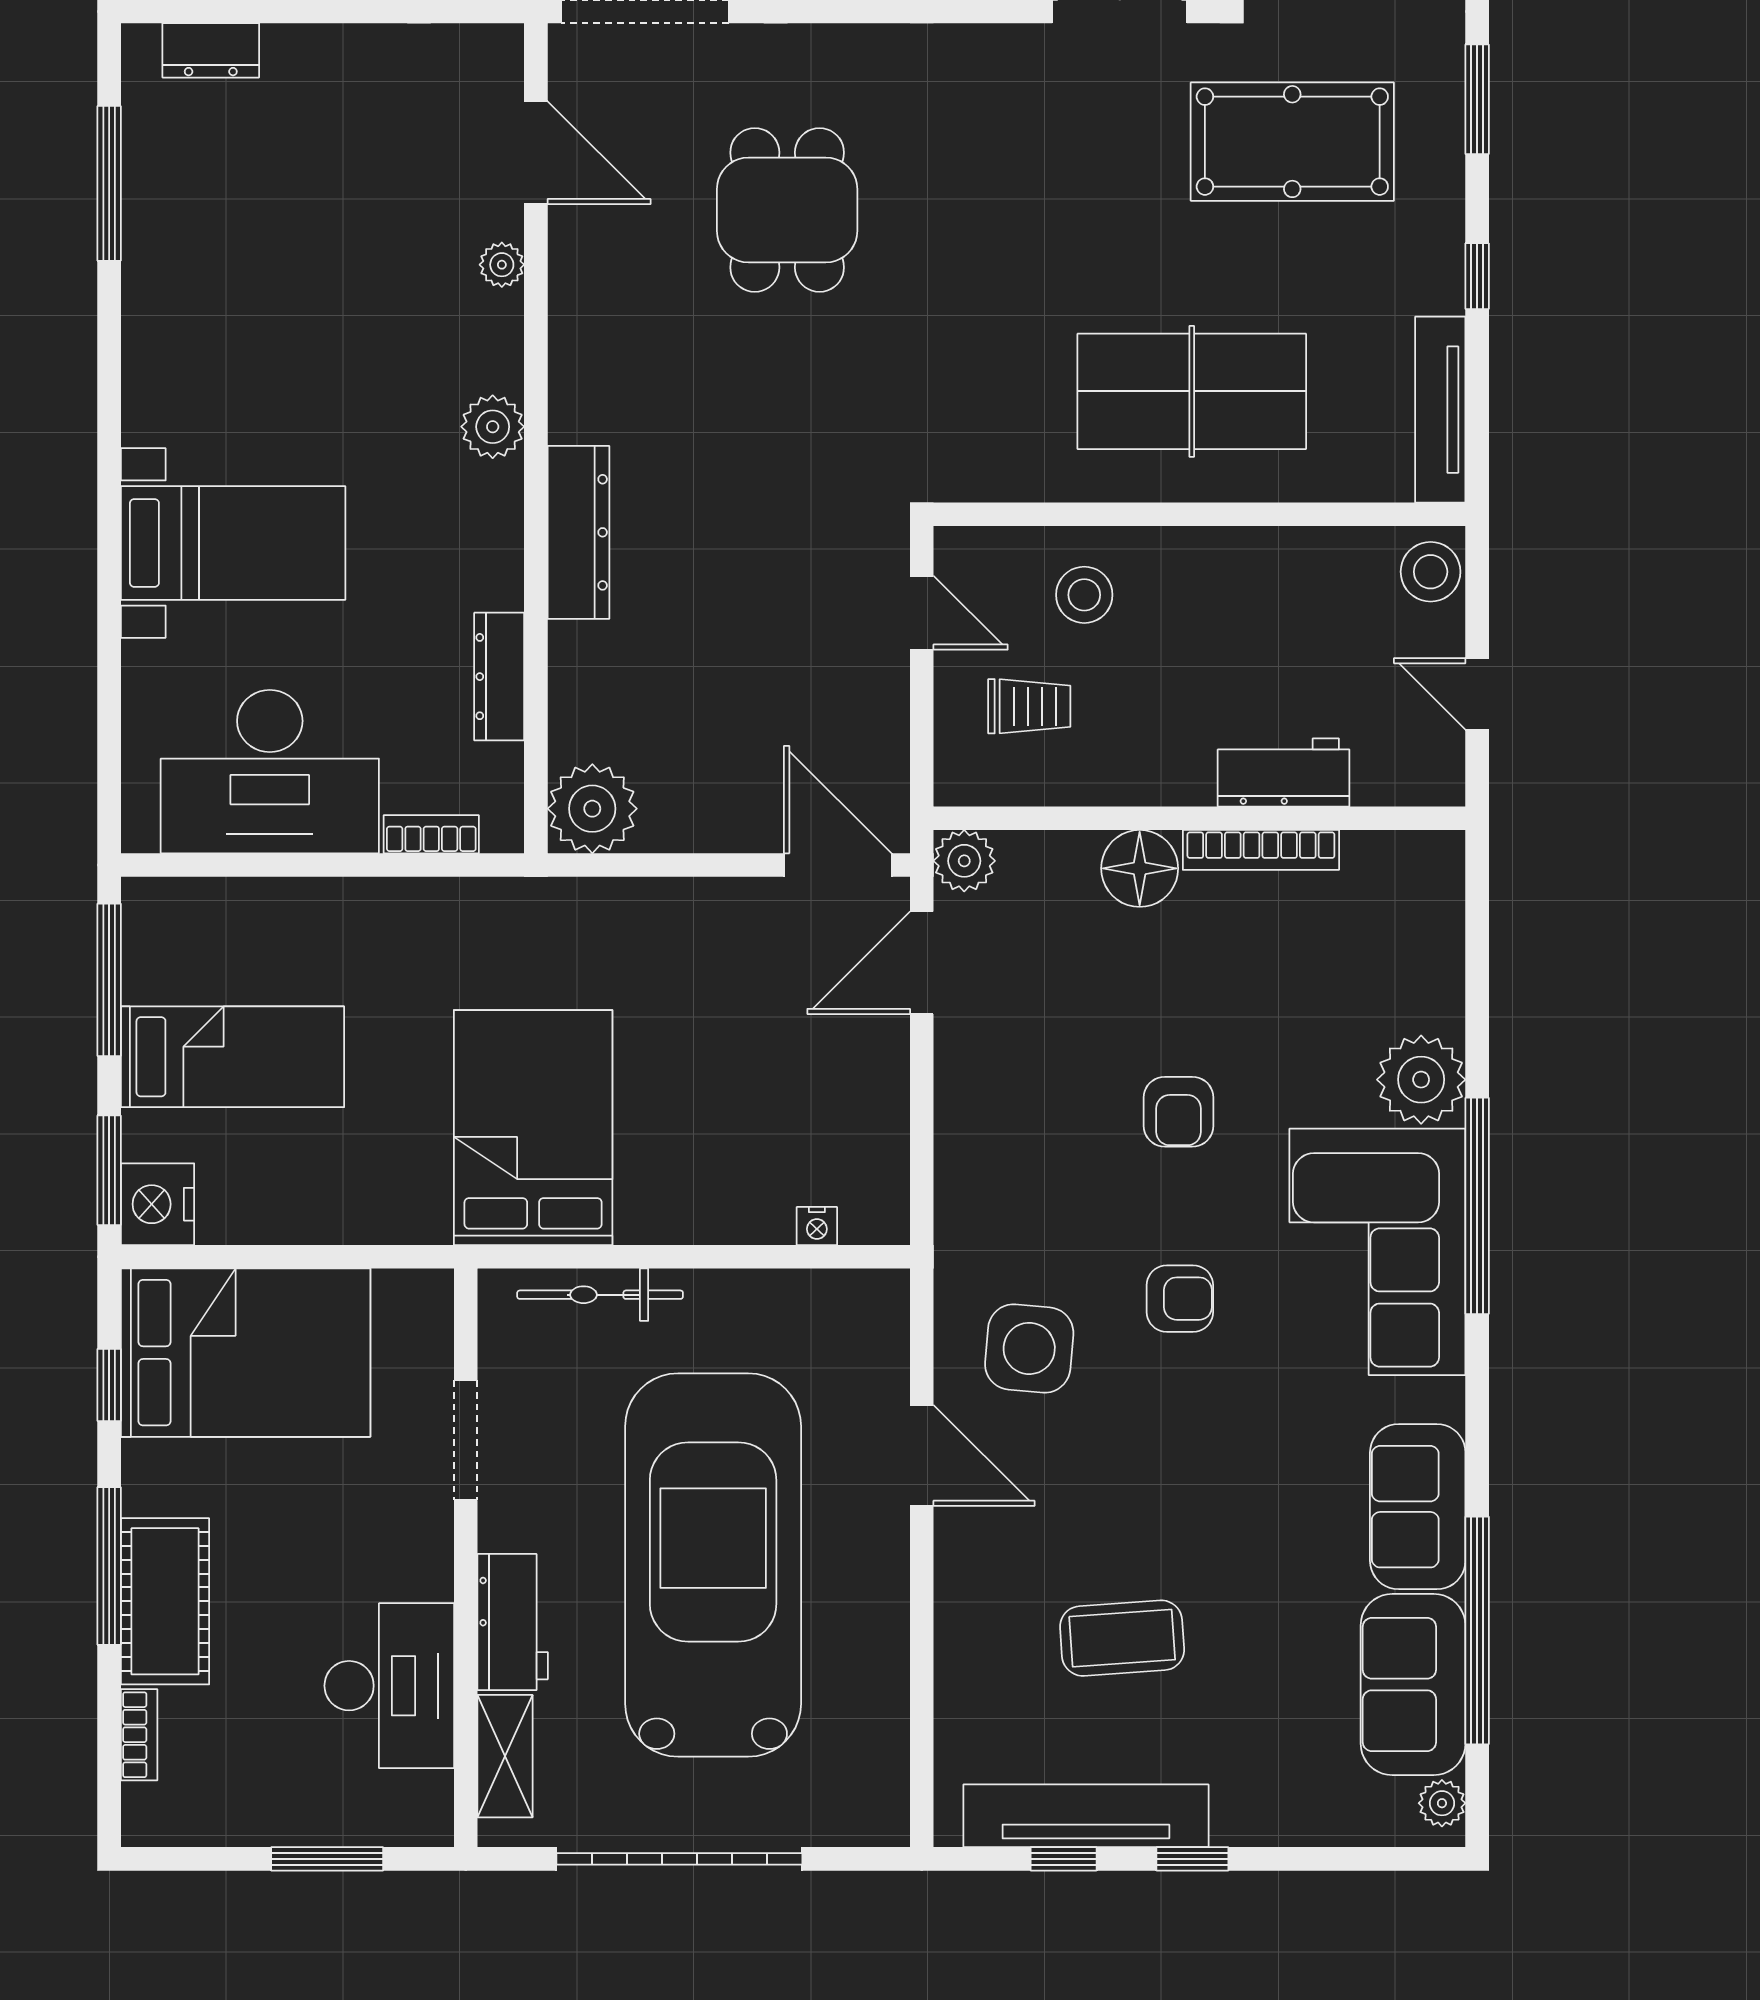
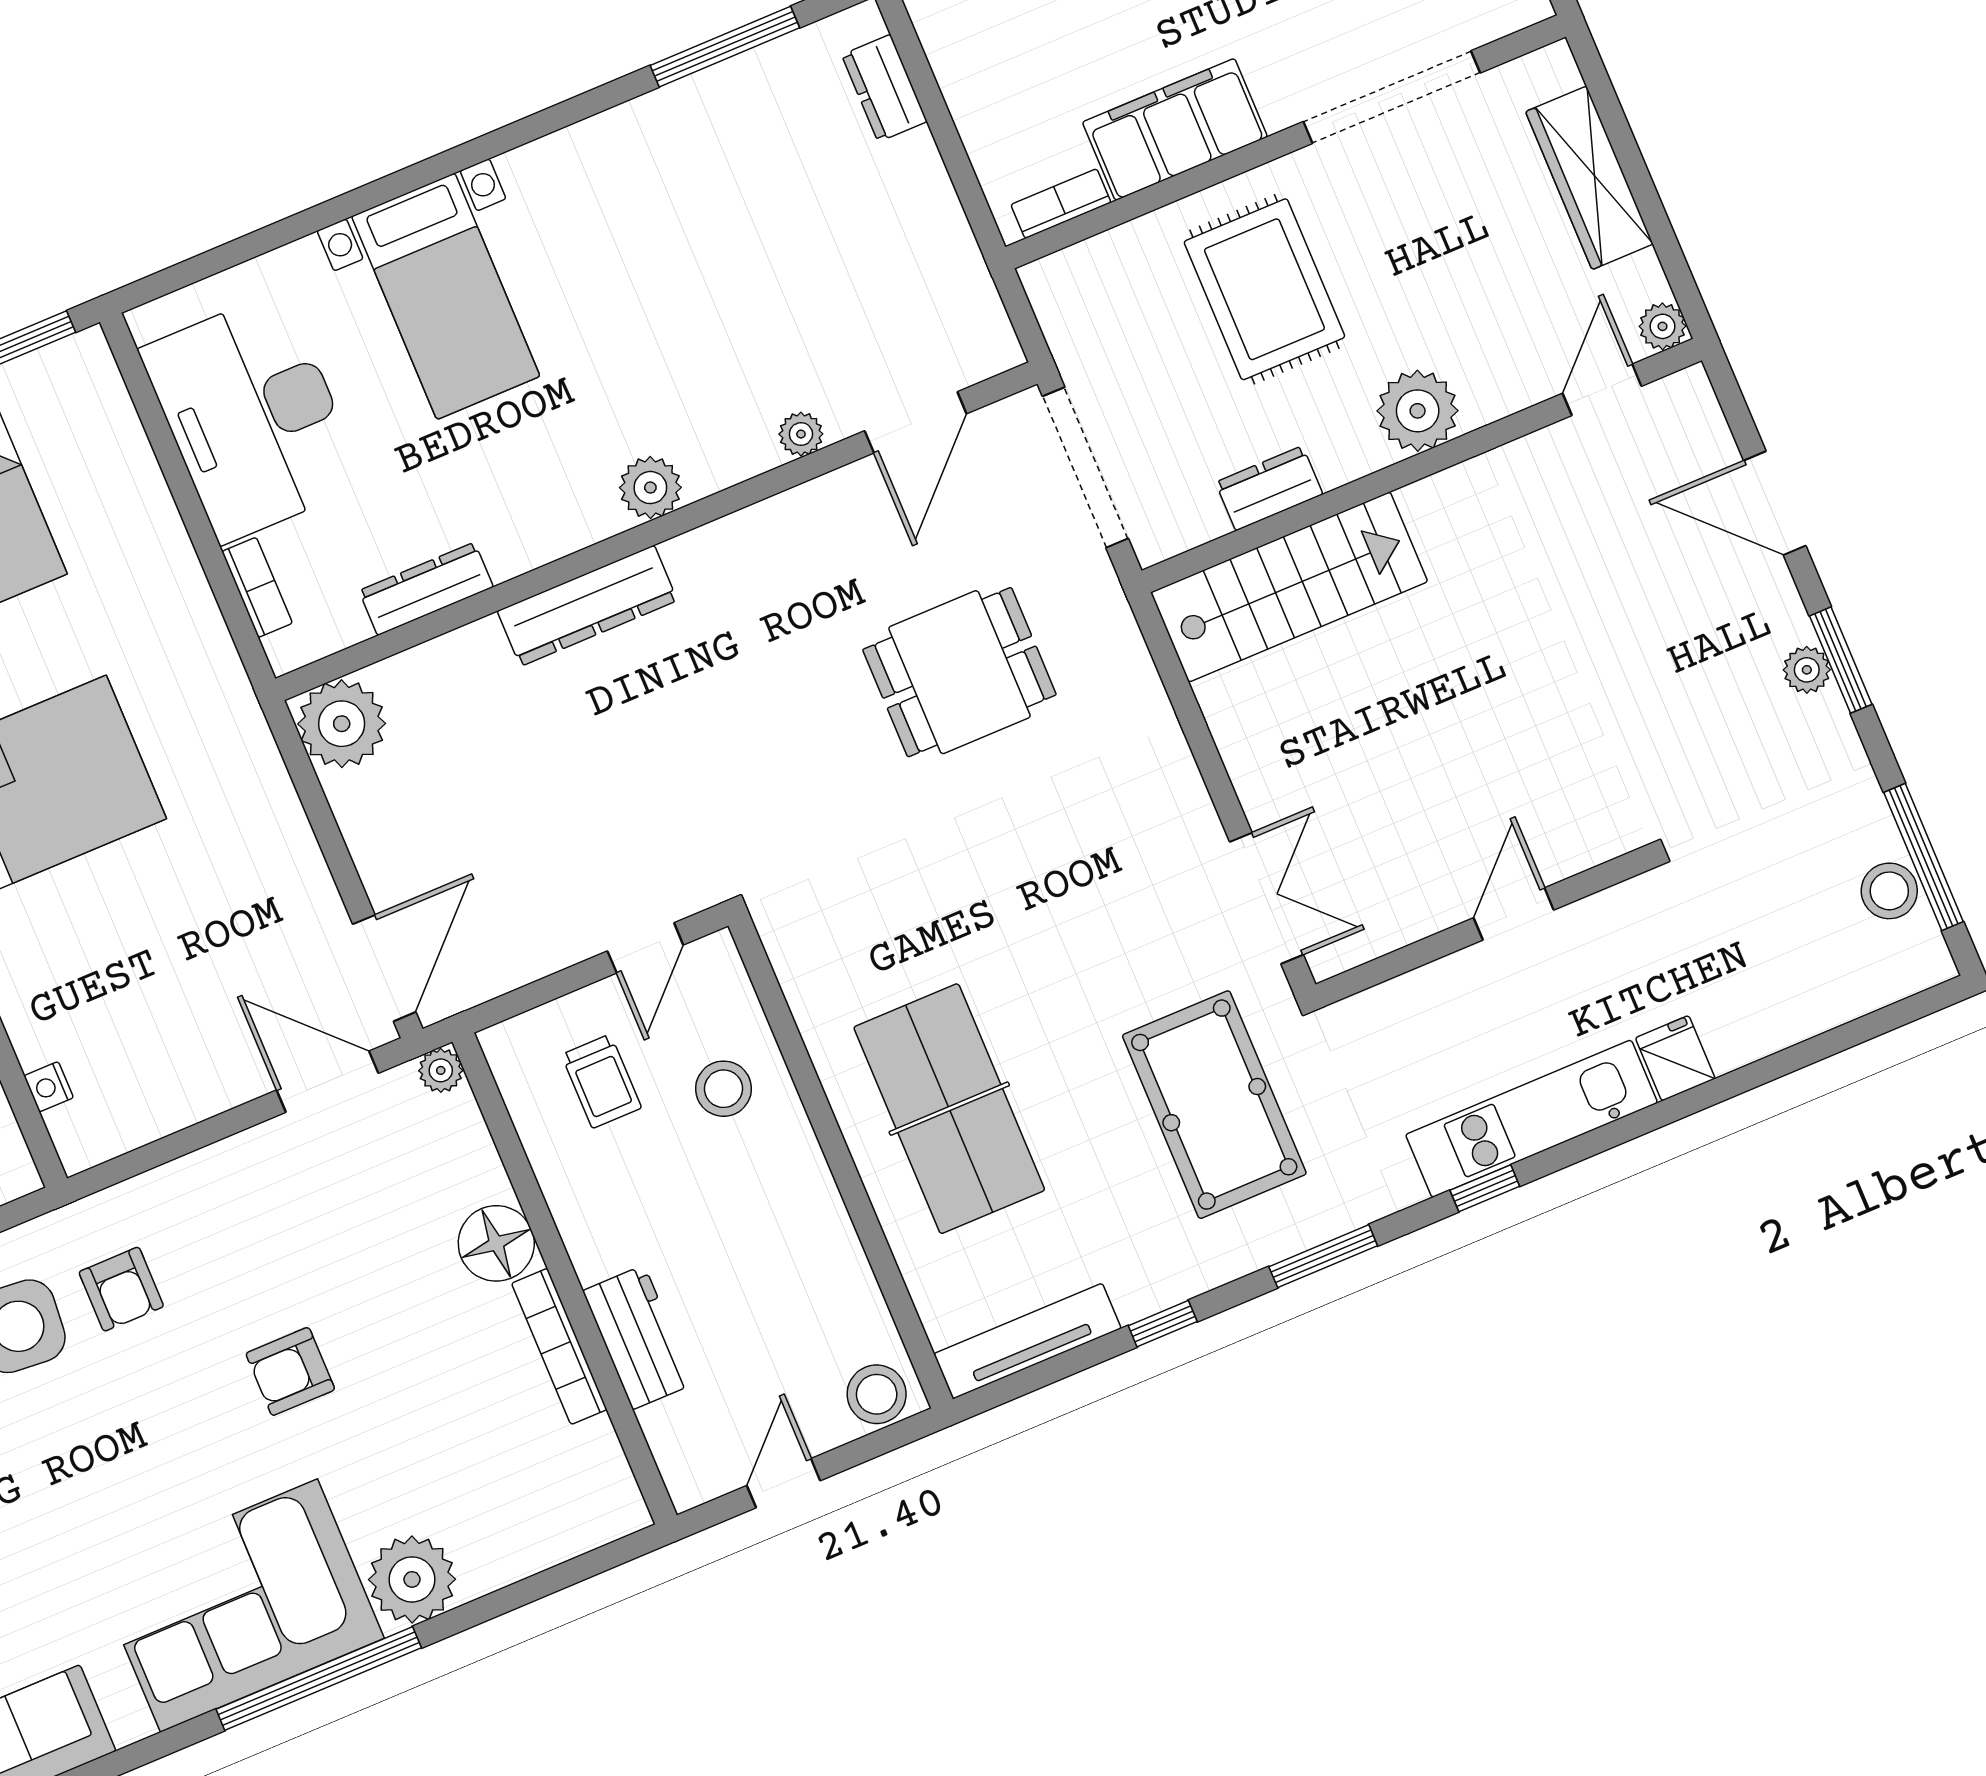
plant: (964, 861) -> (441, 1070), width x0.73, depth x0.73
armchair: (1180, 1299) -> (121, 1289), moved

